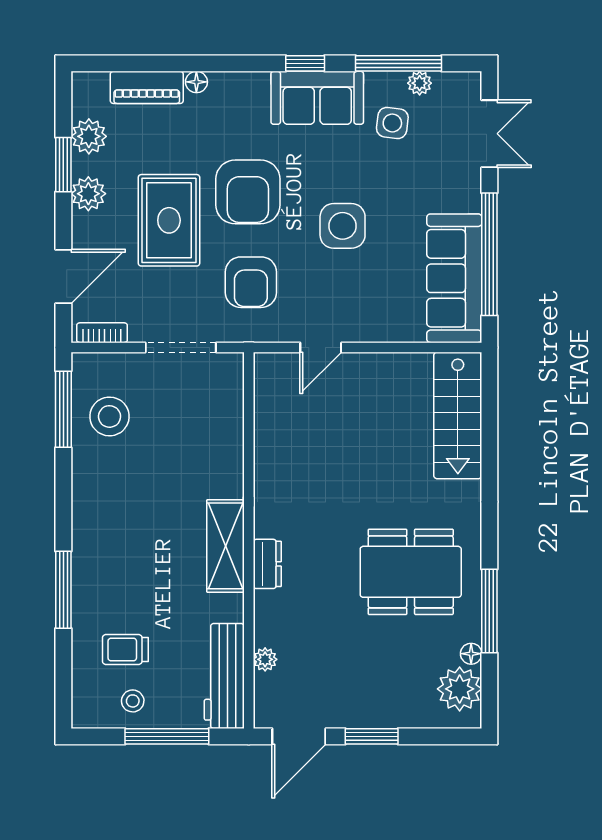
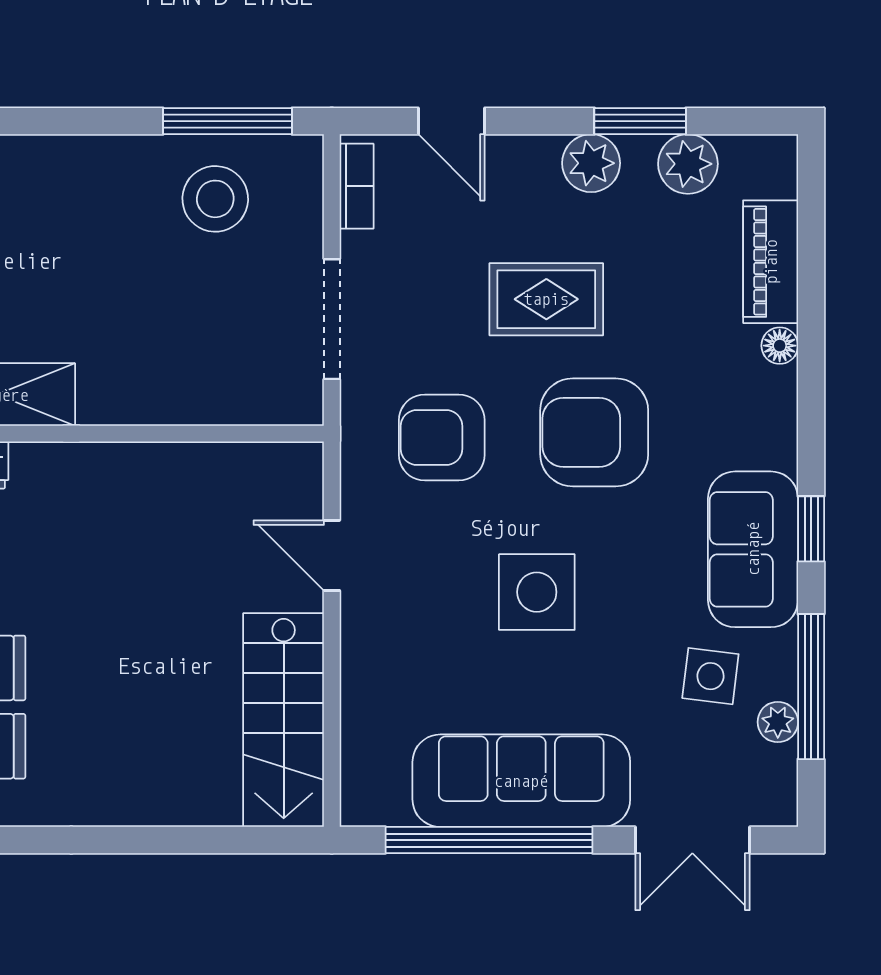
rug: (169, 220) -> (546, 299), width x0.73, depth x0.70
door: (63, 276) -> (451, 121), width x0.73
sofa: (454, 278) -> (521, 781), moved
stairs: (458, 415) -> (284, 720), moved, turned -90

